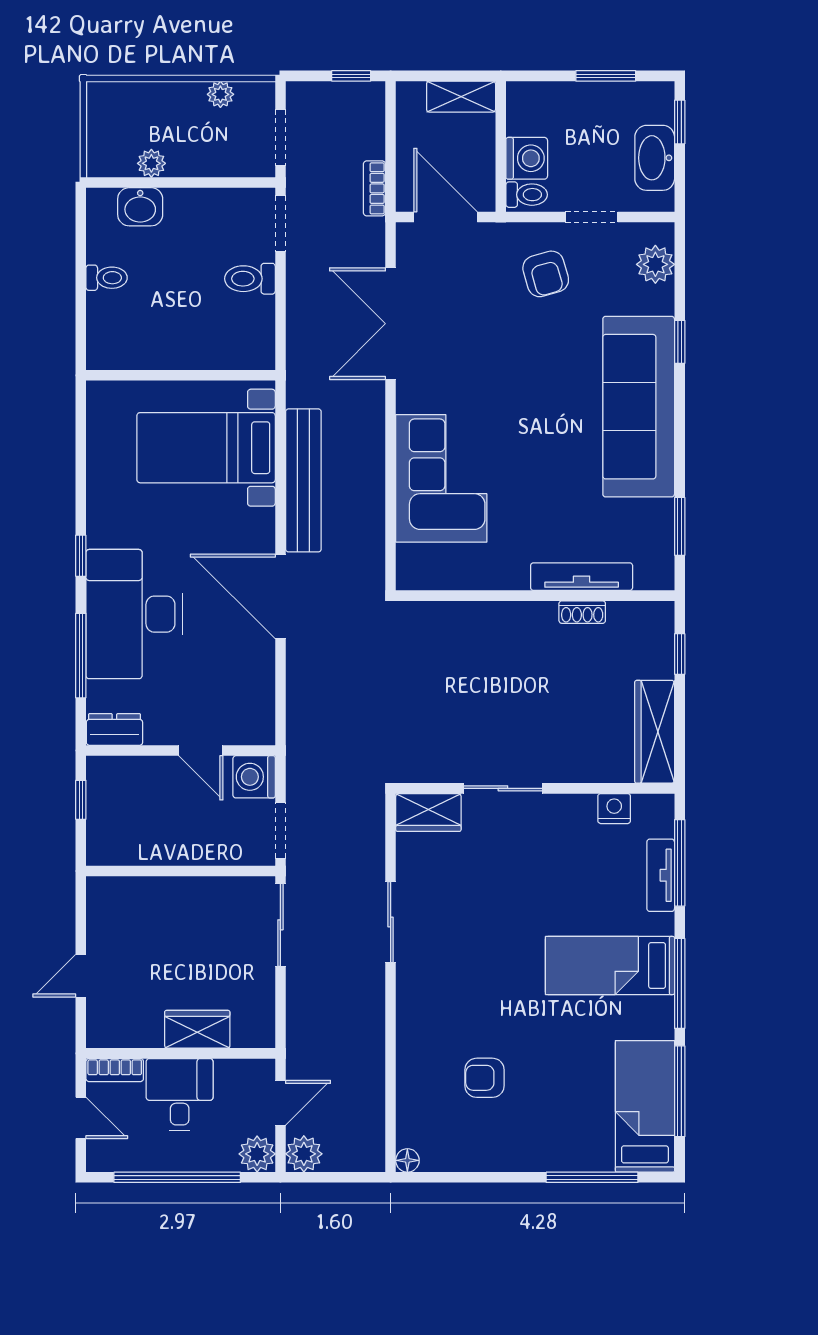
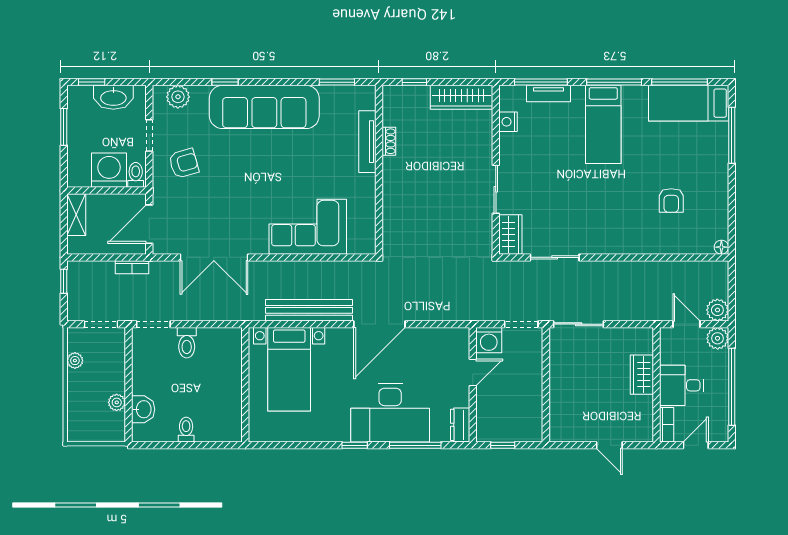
washing machine: (527, 158) -> (109, 170), width x1.37, depth x1.37
sliding door: (391, 922) -> (555, 257), moved

